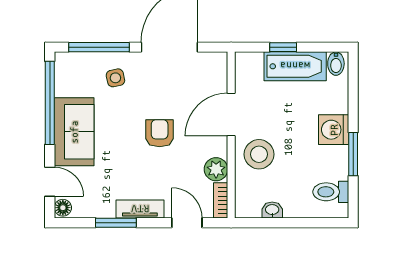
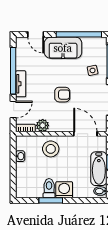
door: (231, 114) -> (85, 134), moved
door: (50, 182) -> (36, 34), hinge flipped
toilet: (331, 192) -> (49, 188), moved
floor lamp: (63, 208) -> (21, 42), removed
window: (116, 223) -> (13, 71), width x2.11

